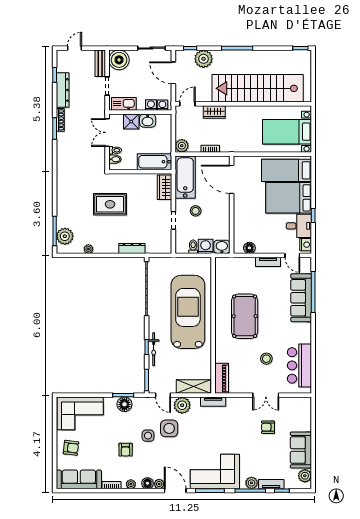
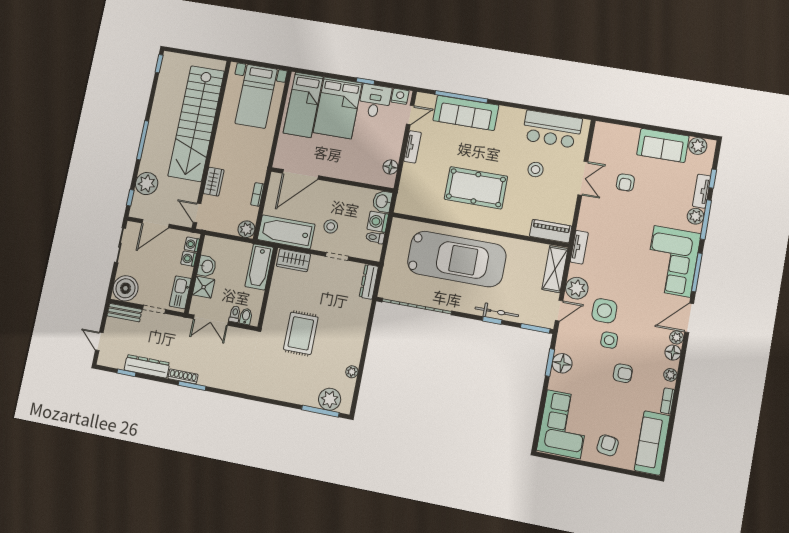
dresser: (132, 249) -> (369, 282), moved
car: (188, 312) -> (457, 259), turned 180

